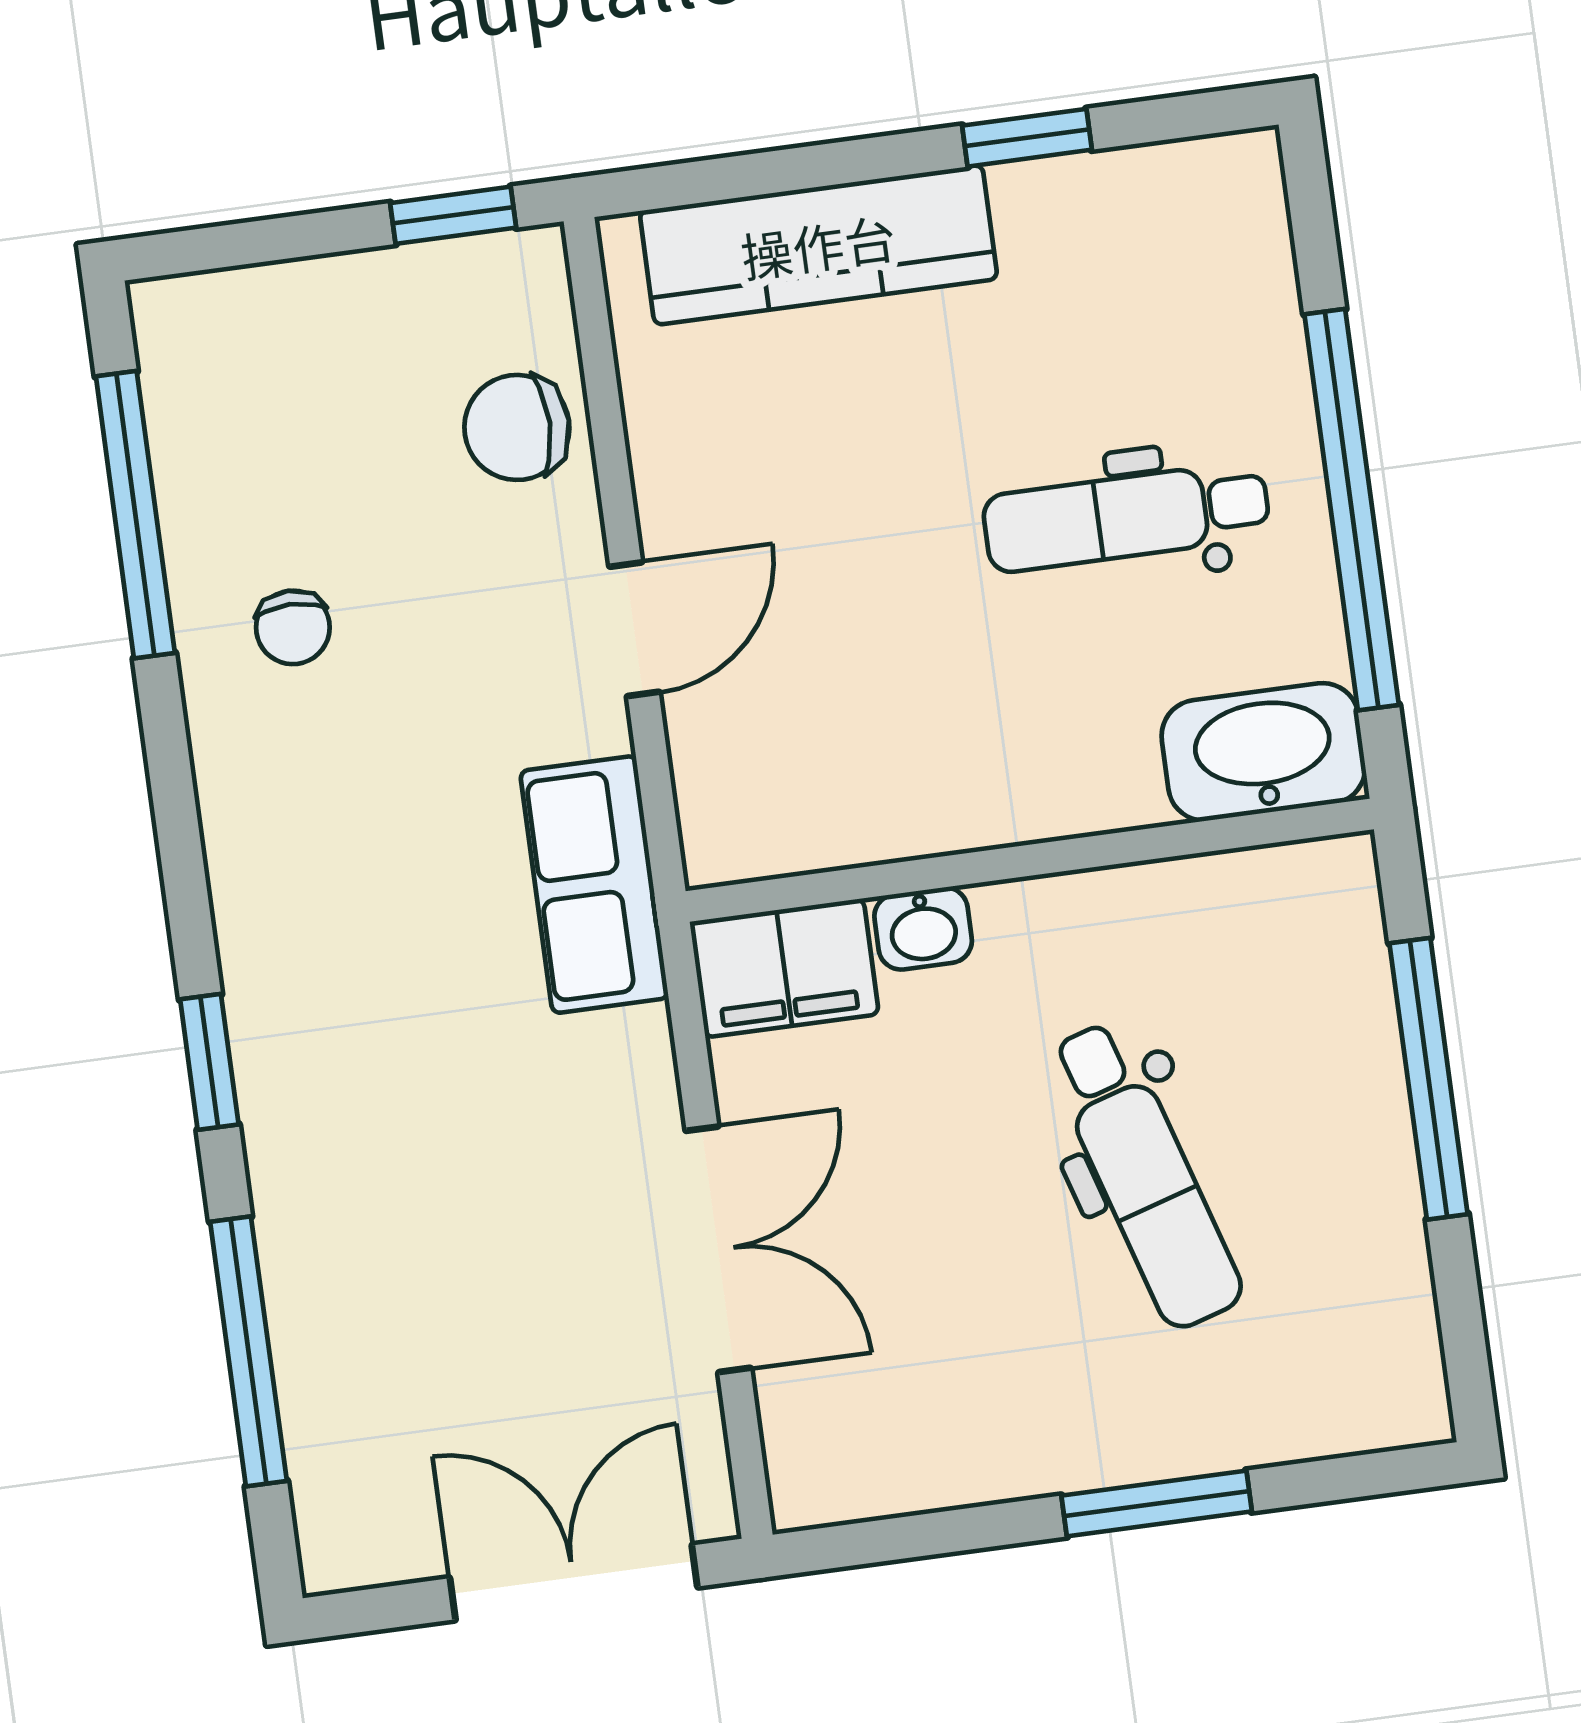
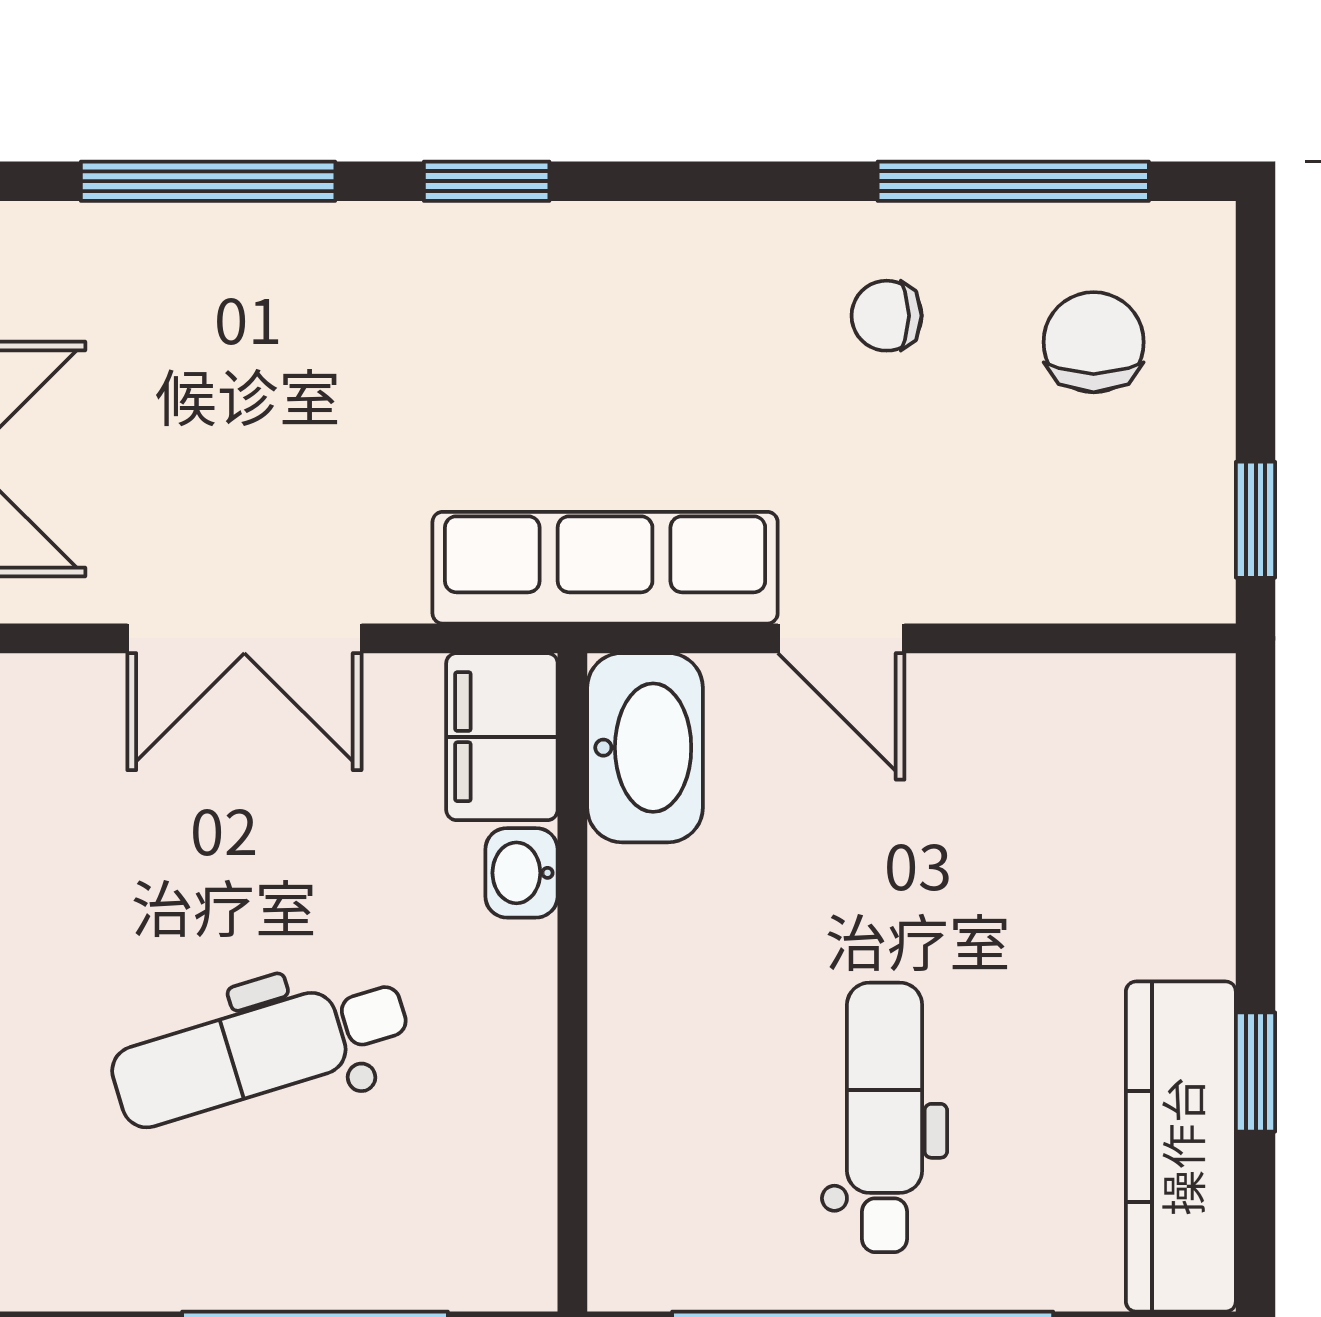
kitchen counter: (818, 245) -> (1181, 1146), moved
chair: (517, 427) -> (1094, 342), moved
washbasin: (1263, 752) -> (645, 748), moved
row of seats: (594, 885) -> (605, 568), width x1.48

